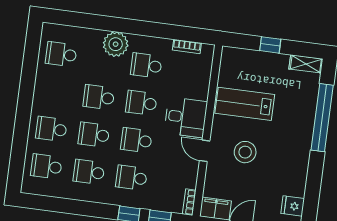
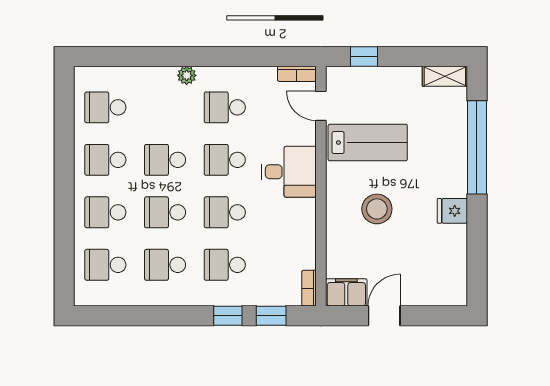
plant: (116, 44) -> (187, 75), width x0.53, depth x0.53
window: (270, 45) -> (364, 57), moved
bookcase: (187, 46) -> (297, 74), moved
school desk: (56, 92) -> (105, 160), added
lab bench: (245, 104) -> (368, 143), turned 180
door: (205, 151) -> (321, 106), moved
fridge: (293, 206) -> (452, 211), moved

